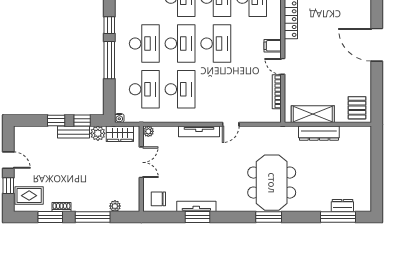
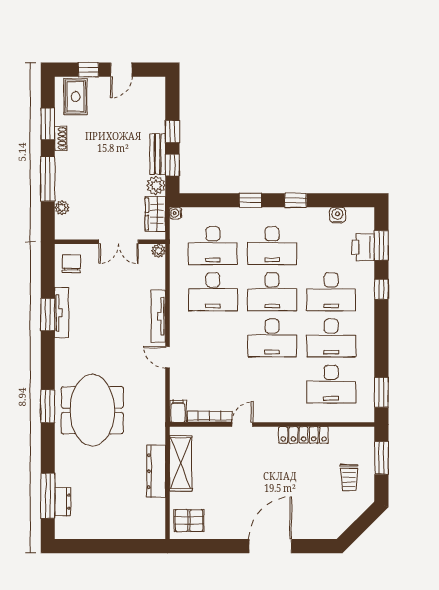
filing cabinet: (273, 46) -> (178, 411), moved
window: (109, 60) -> (250, 200), width x0.46
meeting table: (272, 183) -> (92, 410), turned 90

